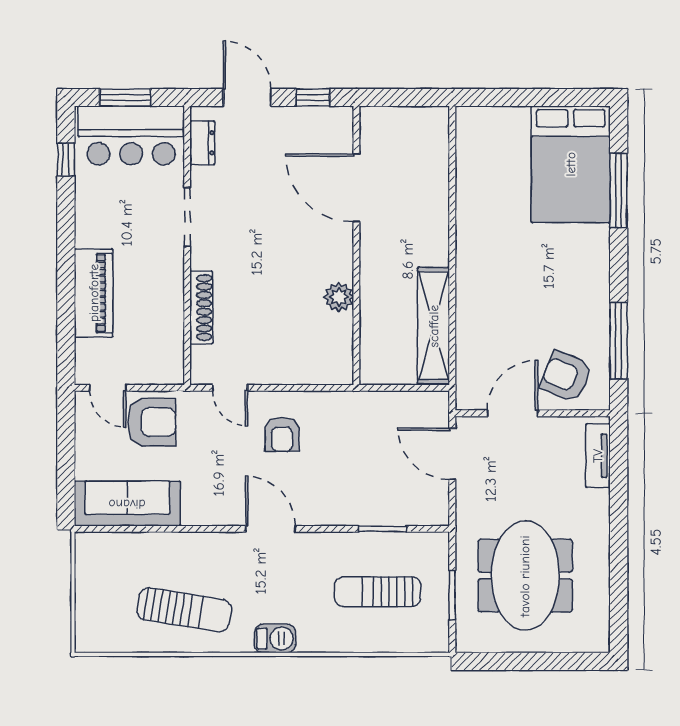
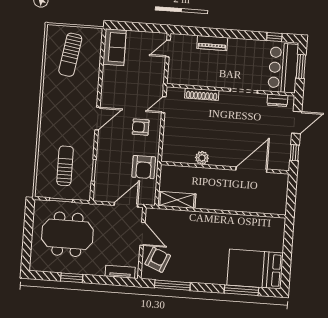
piano: (94, 293) -> (212, 43), width x0.73, depth x0.75
shelving: (434, 326) -> (177, 200), width x0.68
armchair: (152, 422) -> (144, 167), moved
sofa: (127, 504) -> (114, 47), width x0.73
window: (619, 559) -> (72, 278), added
sun lounger: (184, 610) -> (70, 55), moved
barbecue: (275, 638) -> (47, 117), removed

